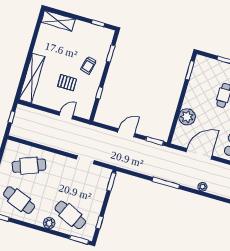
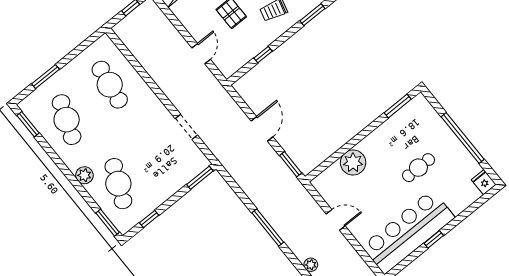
door: (66, 115) -> (201, 54), hinge flipped
door: (126, 133) -> (262, 129), hinge flipped
door: (199, 154) -> (336, 220), width x0.53
cafe table: (29, 166) -> (110, 85), turned 30

